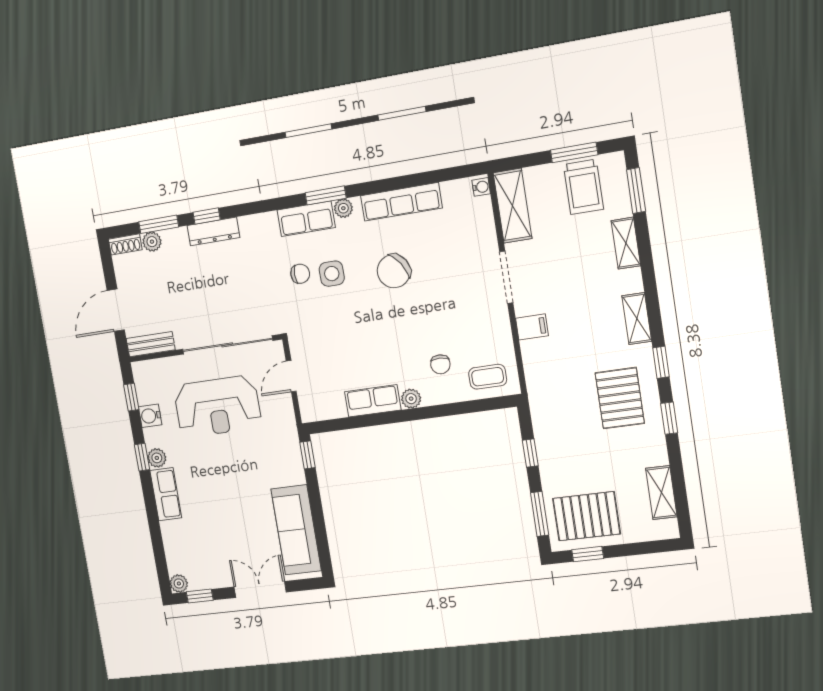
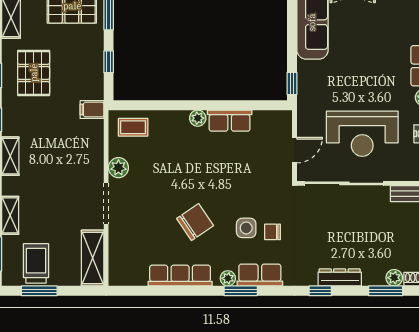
water cooler: (481, 187) -> (115, 277), removed
window: (207, 216) -> (320, 291), moved
plant: (498, 324) -> (118, 168), added
filing cabinet: (532, 327) -> (92, 110), moved
chair: (440, 364) -> (169, 142), removed
pallet: (620, 398) -> (34, 73), moved
reception desk: (217, 406) -> (362, 134), turned 180

